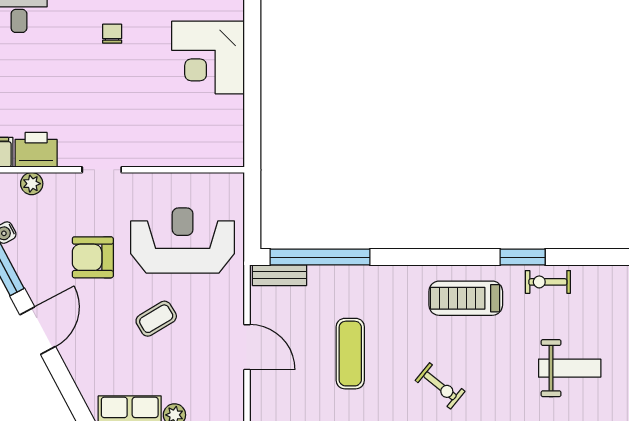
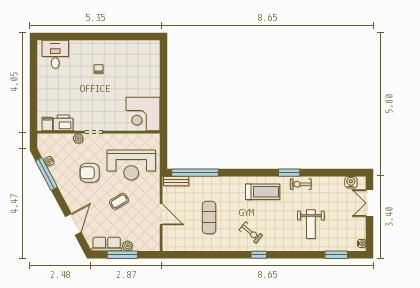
corner desk: (208, 58) -> (143, 114), moved
plant: (32, 184) -> (78, 139), moved
reception desk: (183, 241) -> (131, 165), turned 180
treadmill: (466, 298) -> (263, 192), turned 180
door: (38, 331) -> (73, 224), moved
weight bench: (570, 368) -> (311, 224), turned 90

